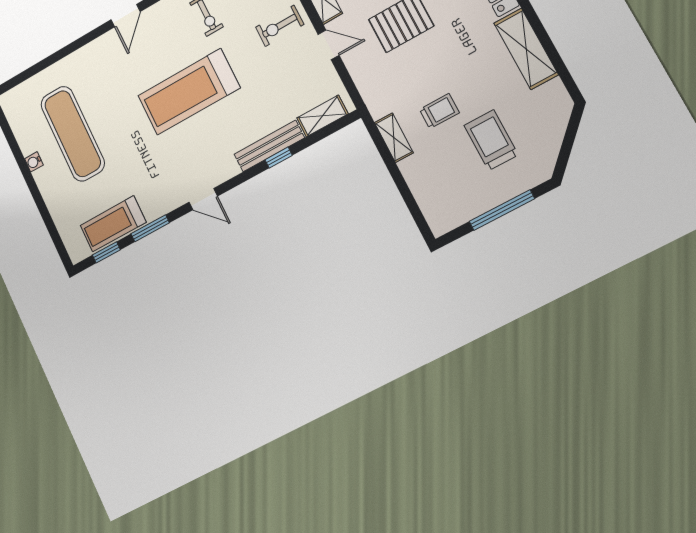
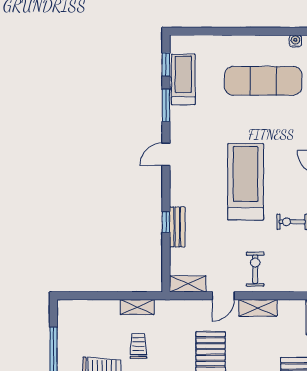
trolley: (439, 111) -> (138, 346), turned 180
shelving: (322, 116) -> (188, 284), moved, turned 90
bench: (269, 146) -> (177, 227), width x0.73
water cooler: (34, 162) -> (295, 41), moved

